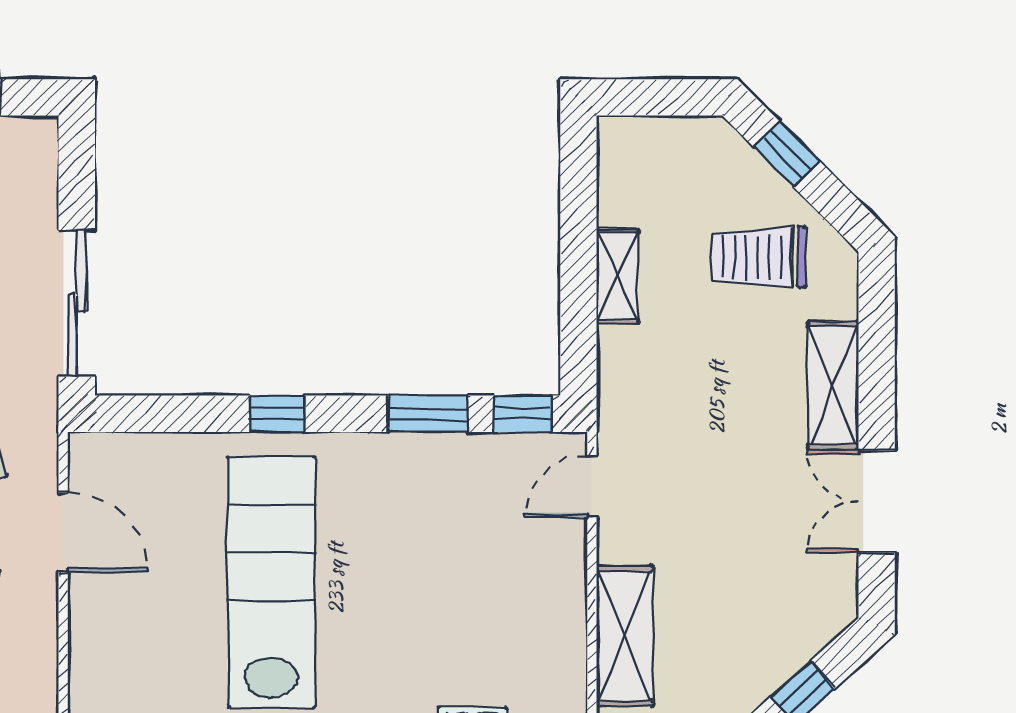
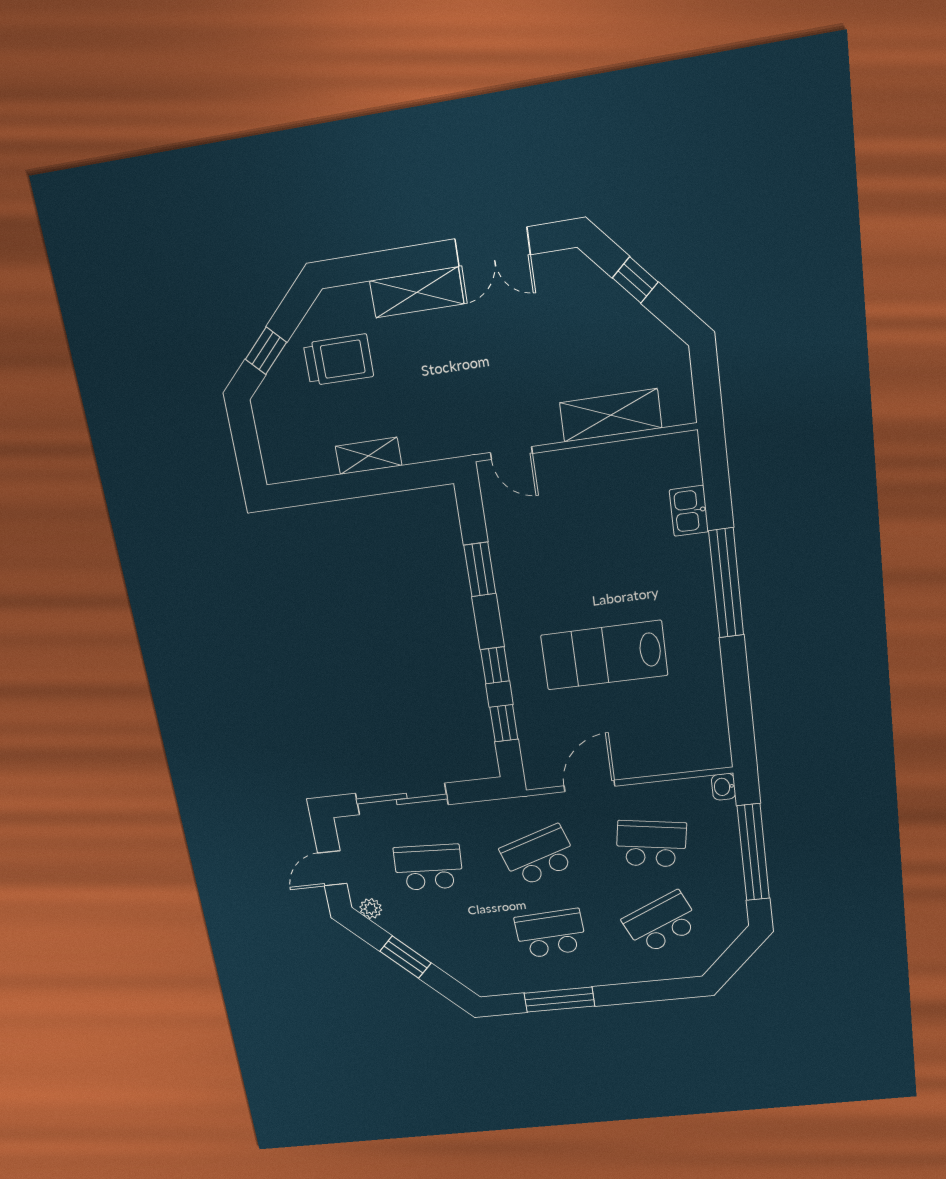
trolley: (758, 257) -> (338, 360), turned -90
sliding door: (77, 303) -> (402, 799), moved
window: (522, 414) -> (504, 723), moved
lab bench: (271, 582) -> (604, 655), width x0.73

